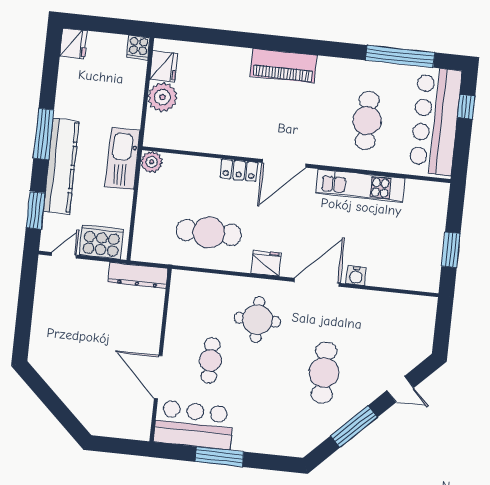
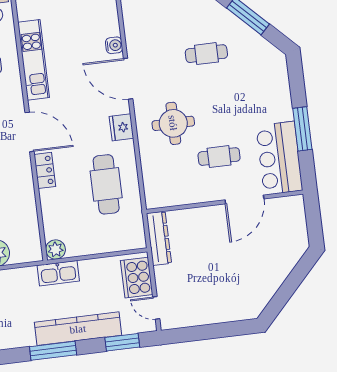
kitchen sink: (123, 159) -> (58, 273), width x0.73, depth x0.81
cafe table: (324, 373) -> (206, 54), width x0.73, depth x0.74

